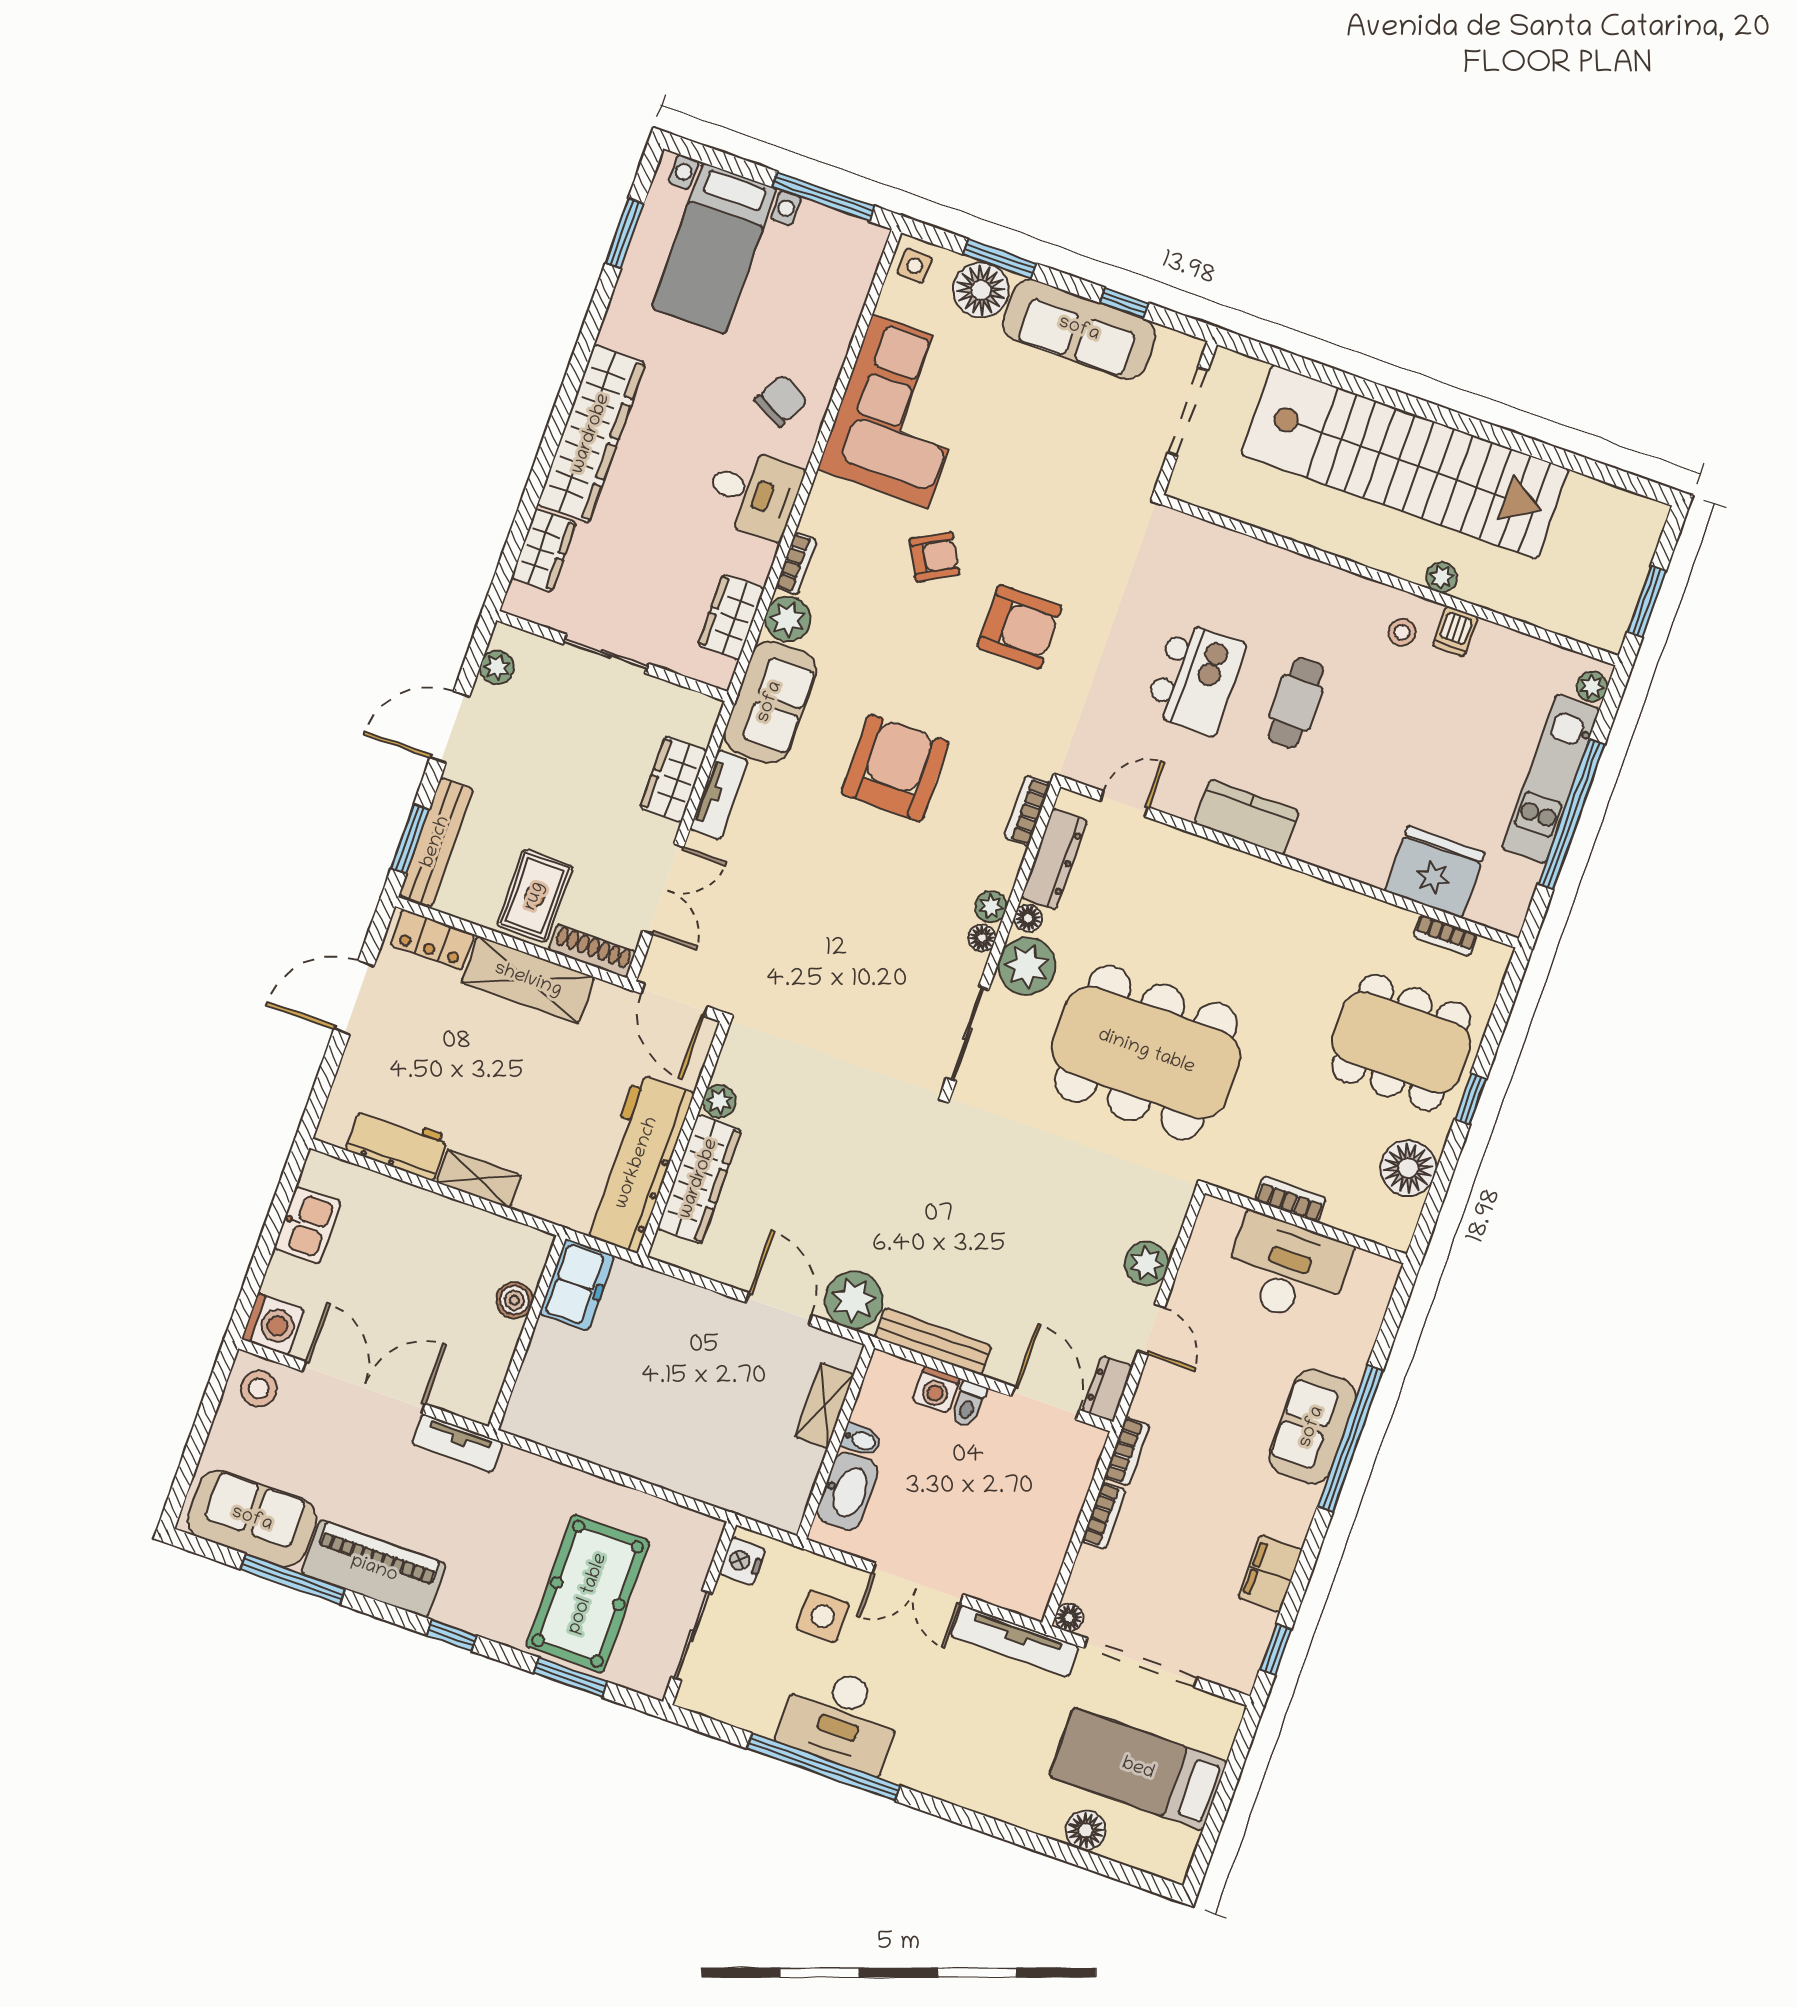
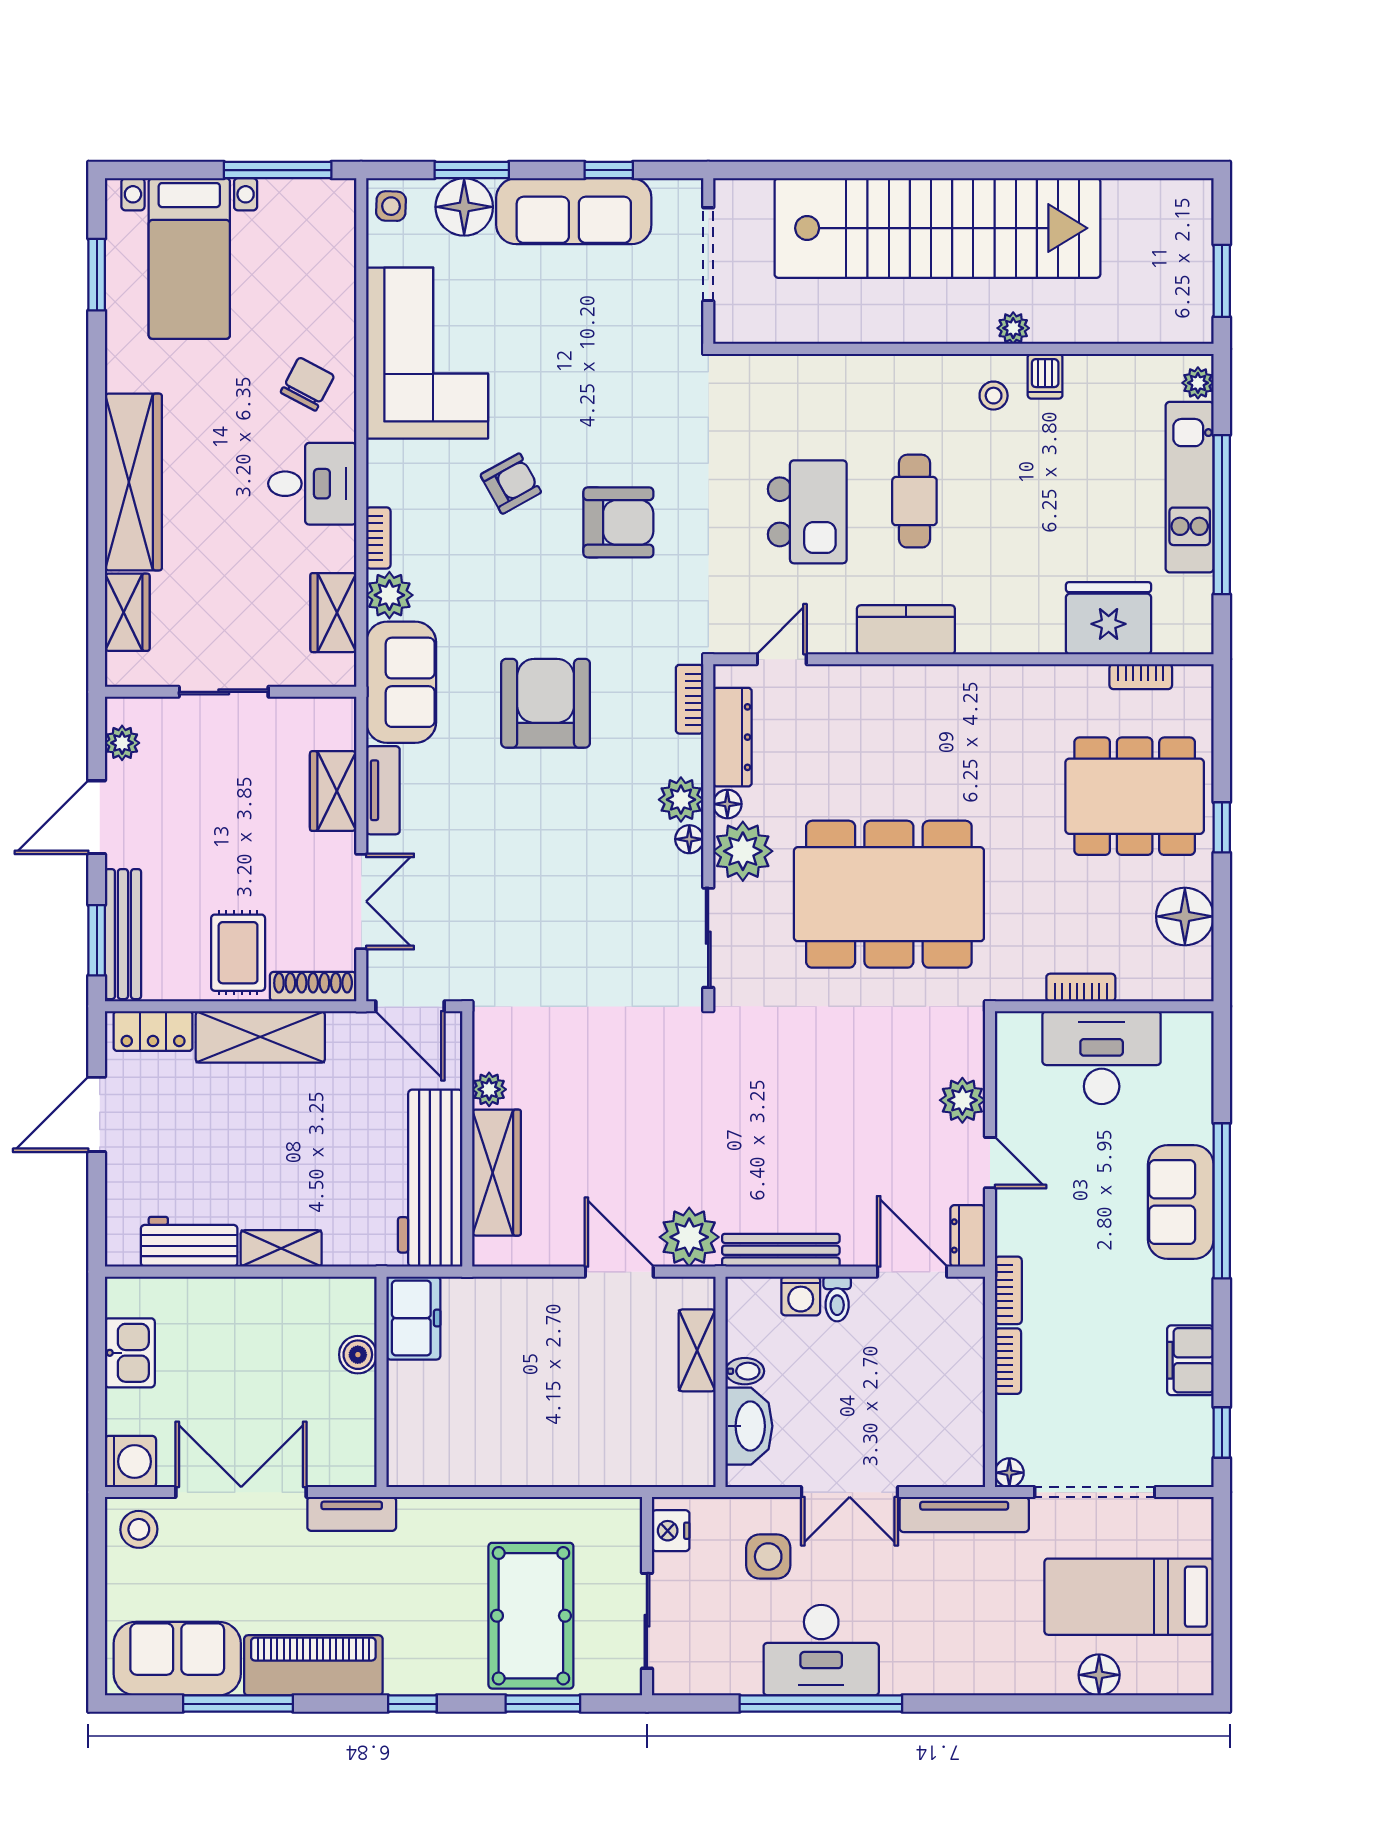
plant: (991, 907) -> (681, 800), width x1.38, depth x1.38

